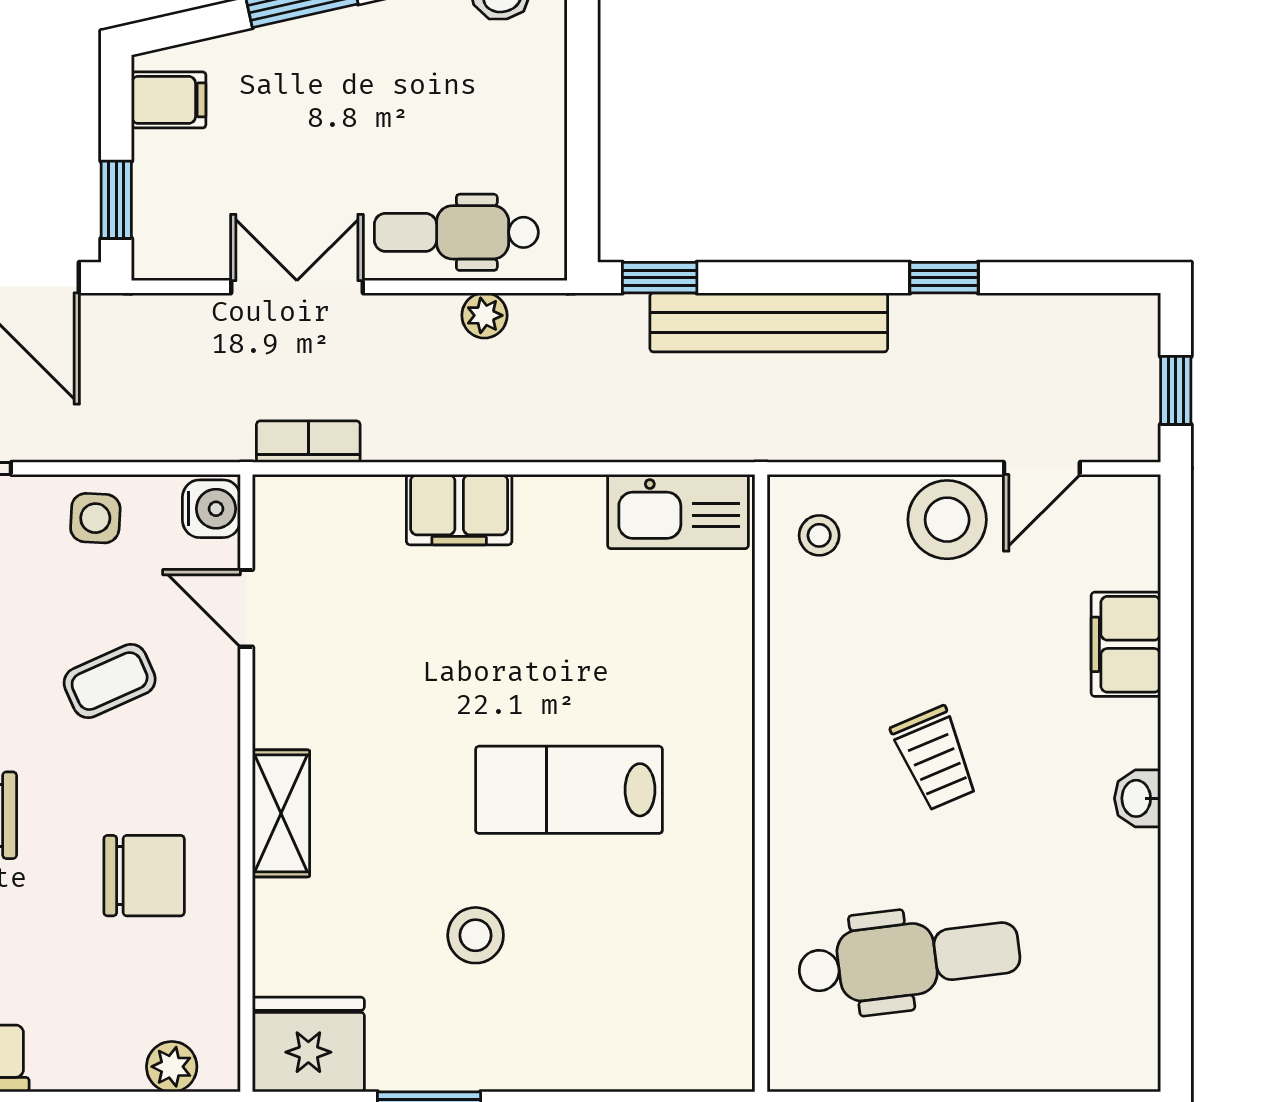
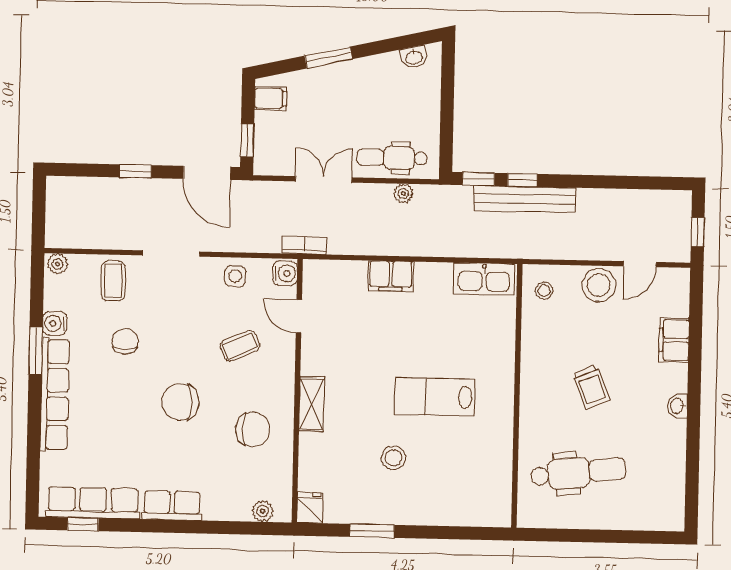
window: (944, 278) -> (522, 180), moved
bookcase: (308, 442) -> (304, 245), moved
fridge: (308, 1045) -> (310, 508), width x0.53, depth x0.75

